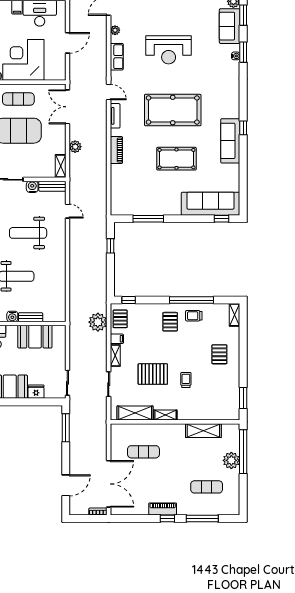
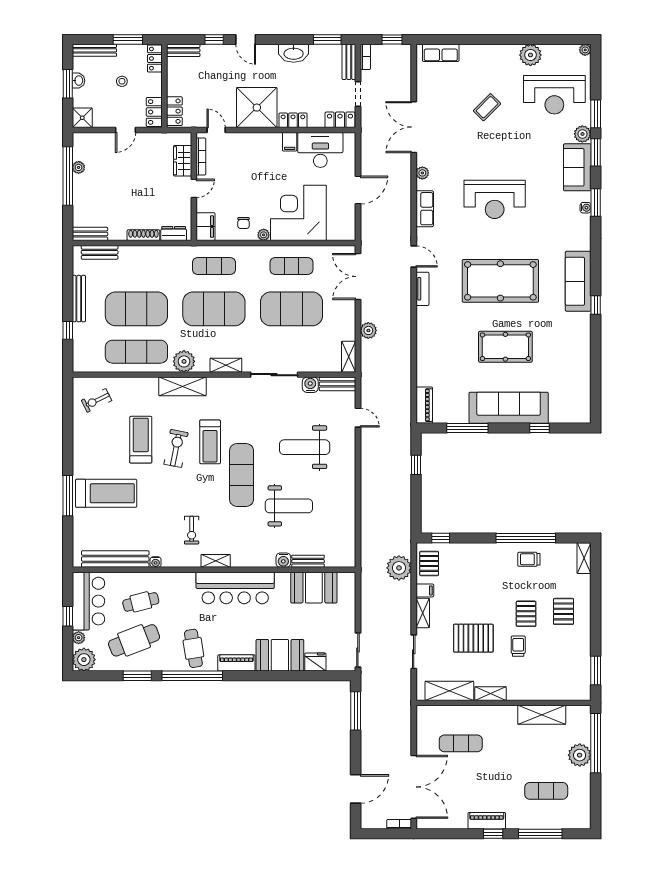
sofa: (230, 141) -> (578, 281), moved
piano: (116, 150) -> (424, 405), moved
sofa: (210, 204) -> (509, 408), moved
window: (221, 219) -> (539, 428), moved
pallet: (170, 322) -> (526, 614), moved

